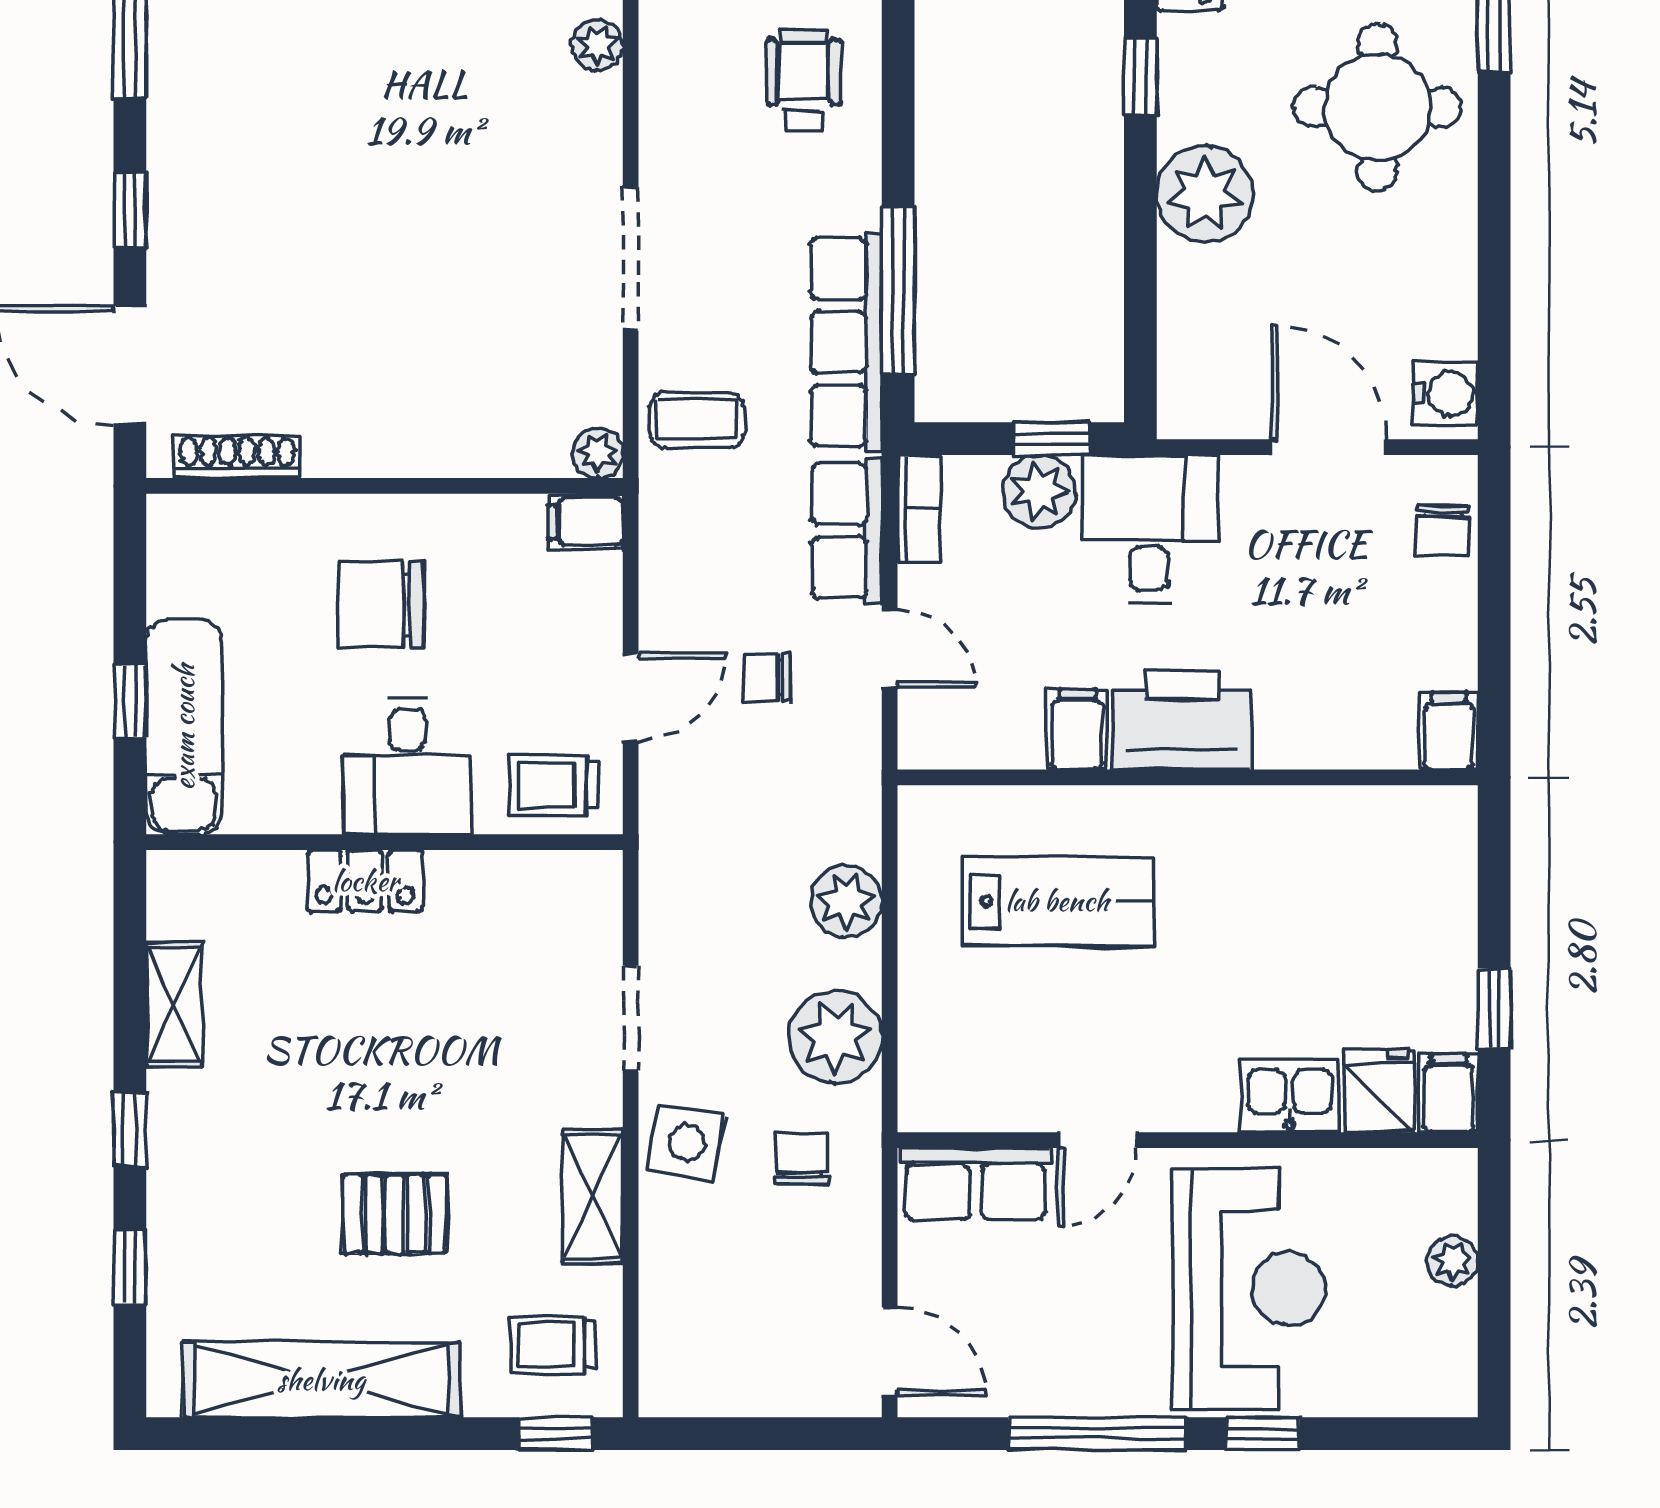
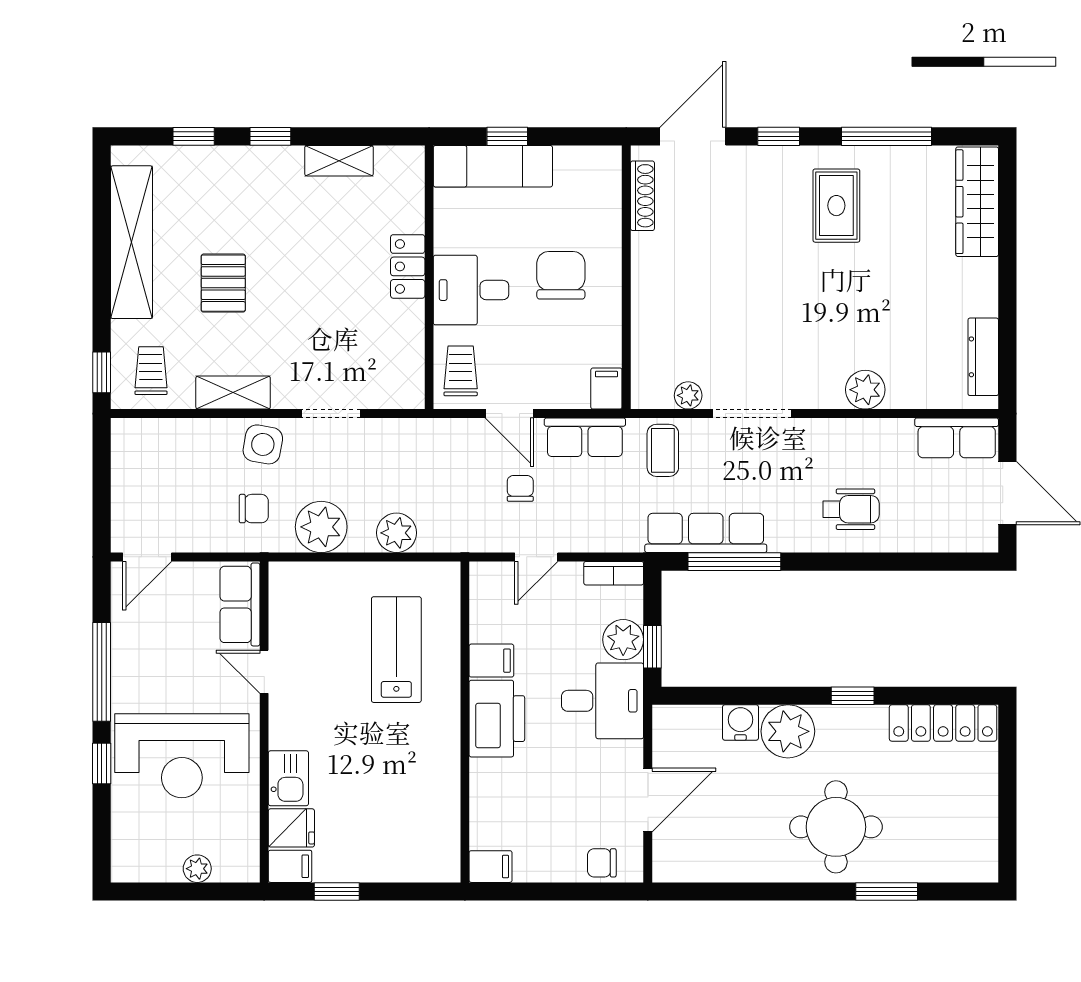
plant: (597, 45) -> (865, 390), width x1.38, depth x1.38
rug: (255, 106) -> (836, 206), added
water cooler: (1446, 394) -> (740, 722), moved, turned 180
plant: (598, 453) -> (688, 395), moved
row of seats: (847, 531) -> (585, 437), moved, turned 180
lab bench: (1057, 901) -> (396, 650), turned 180

